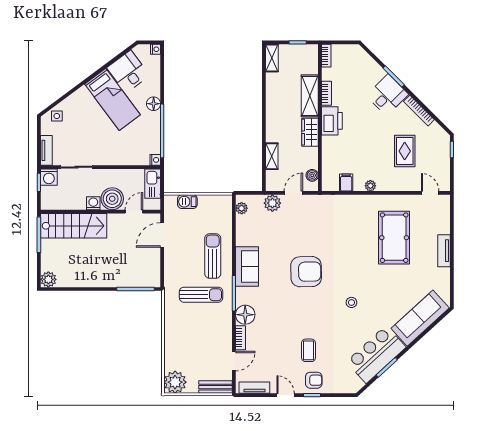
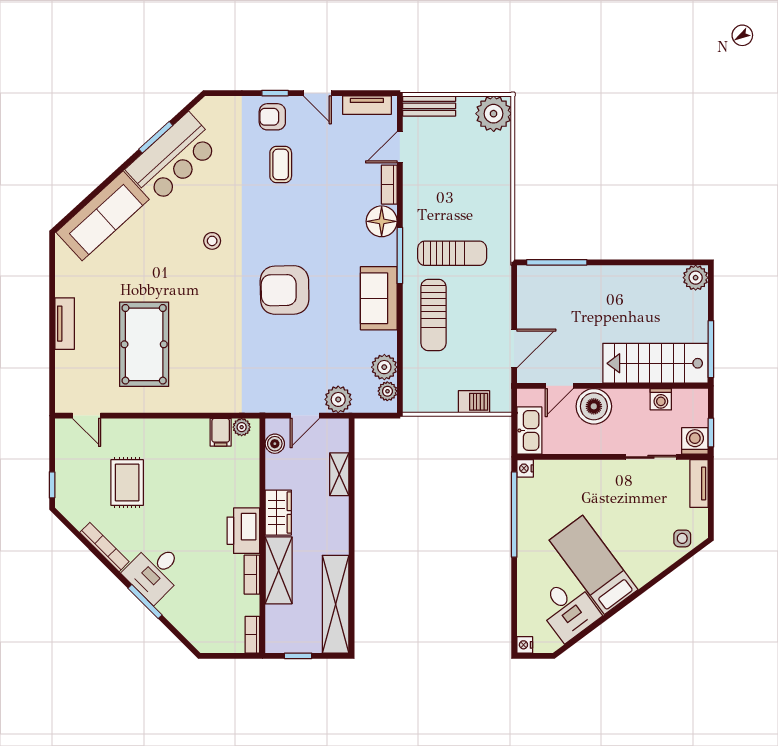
shelving: (272, 58) -> (336, 604), width x2.20, depth x1.33
floor lamp: (154, 104) -> (528, 558), removed
plant: (370, 186) -> (242, 427), moved
washing machine: (93, 203) -> (661, 399), moved
plant: (244, 223) -> (384, 367), added
sun lounger: (201, 295) -> (452, 253), turned 180

